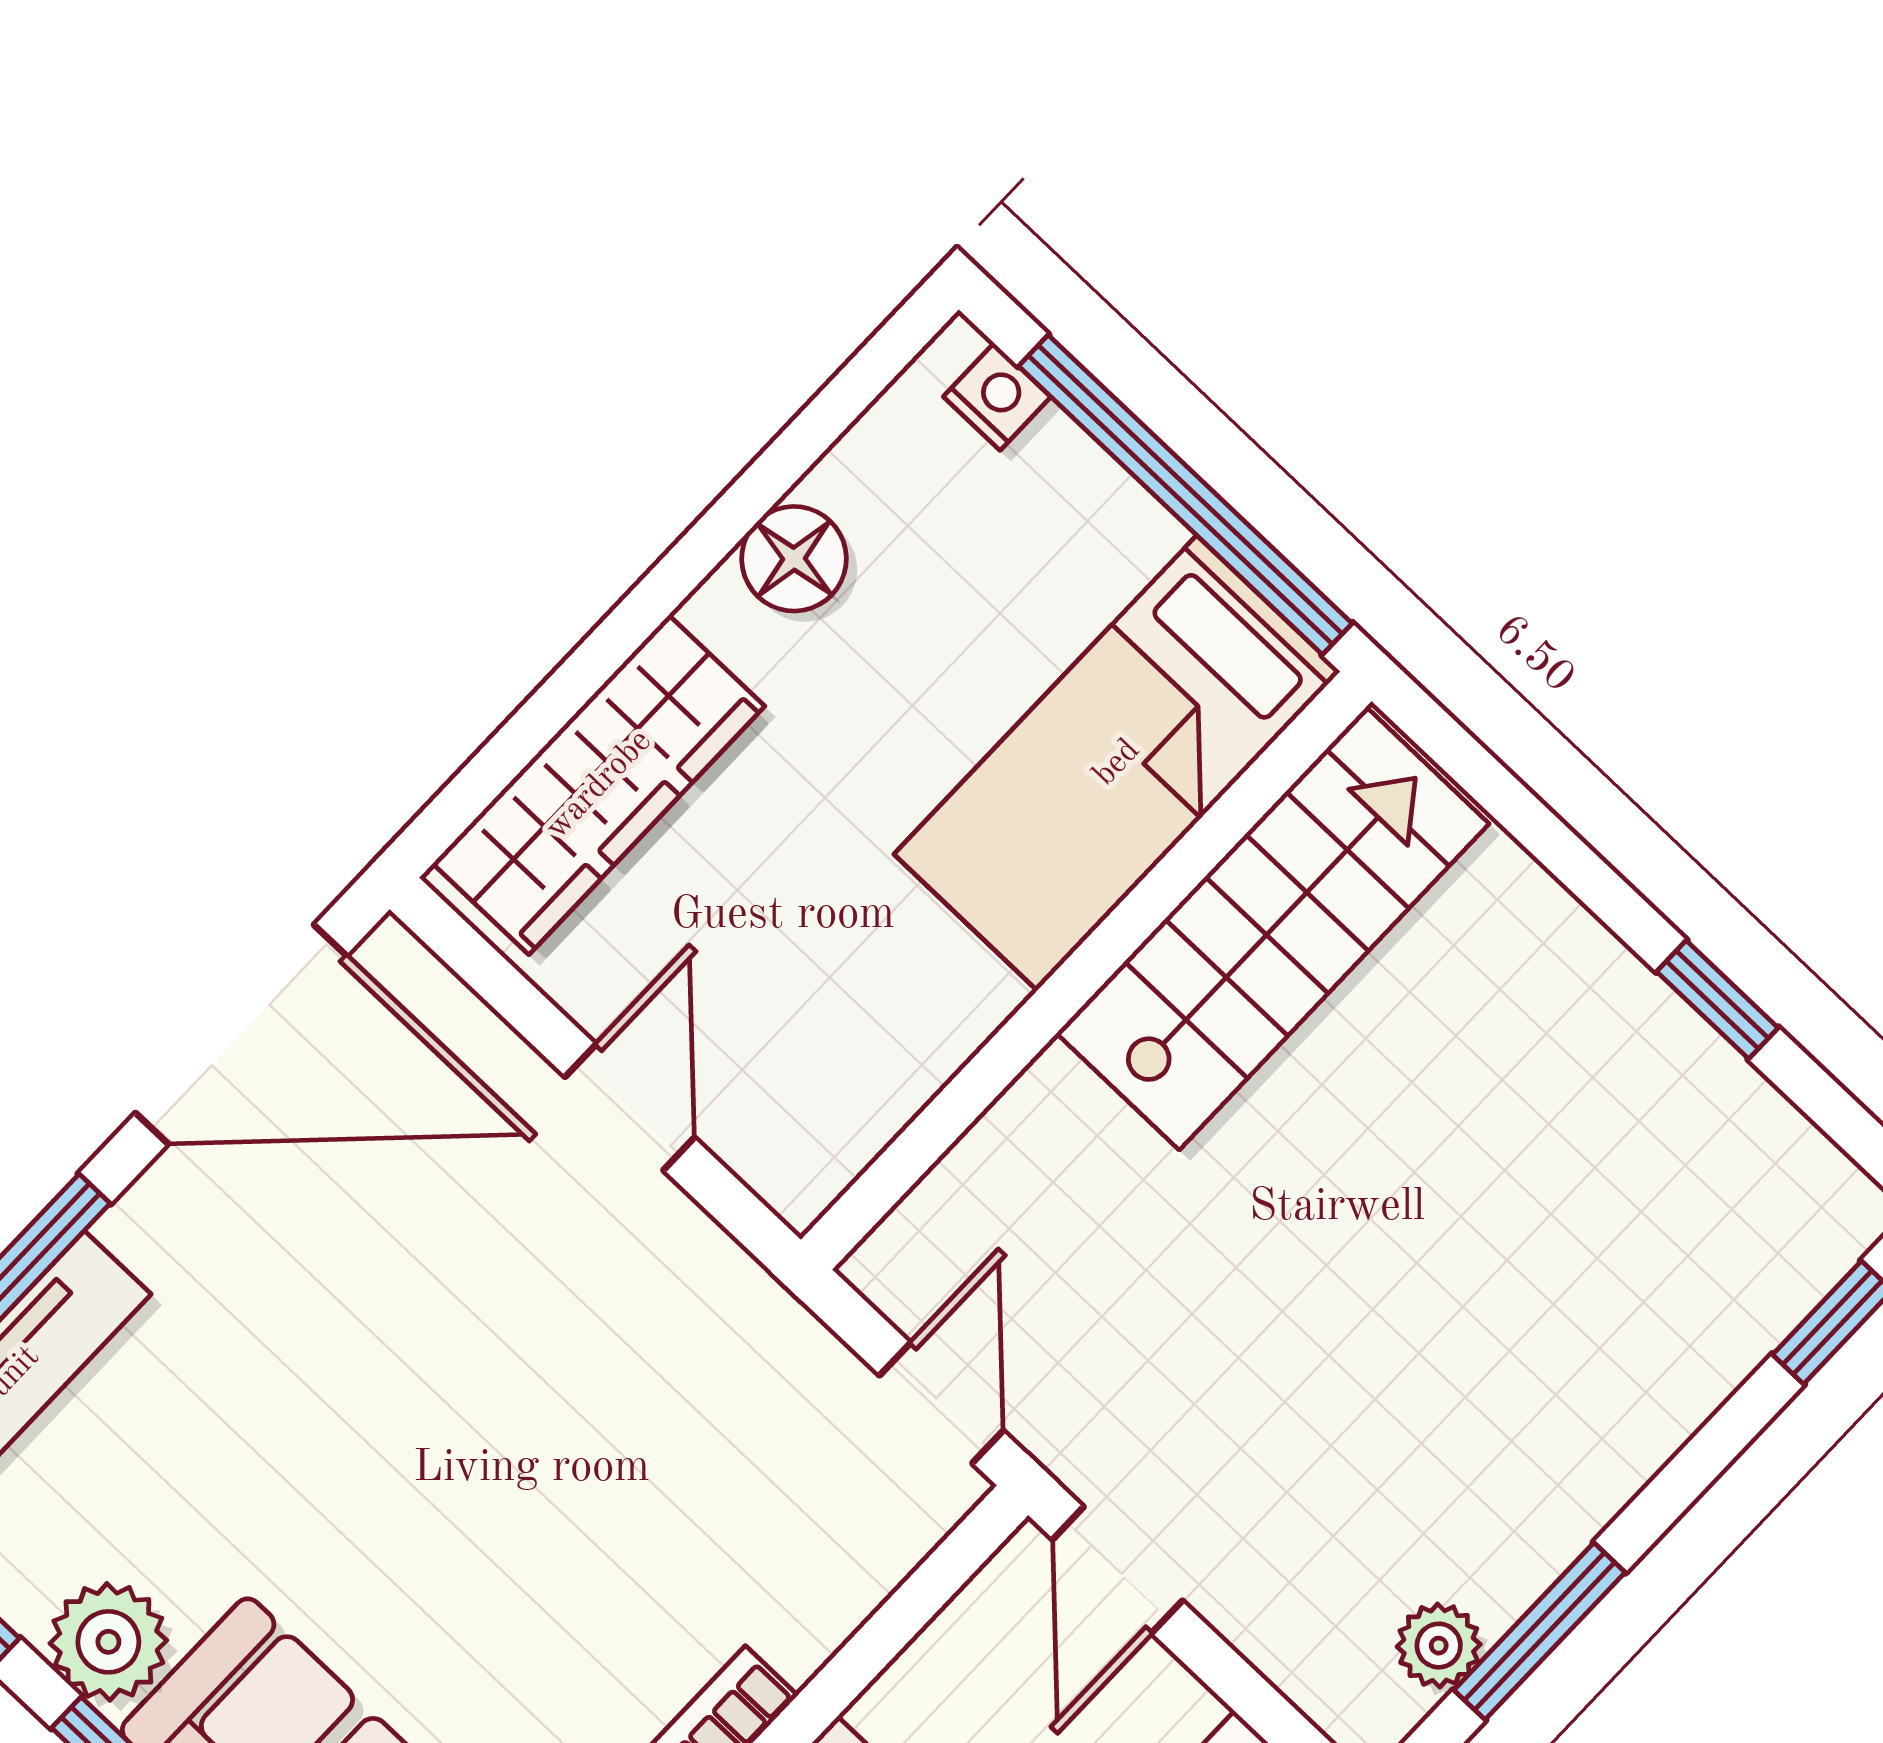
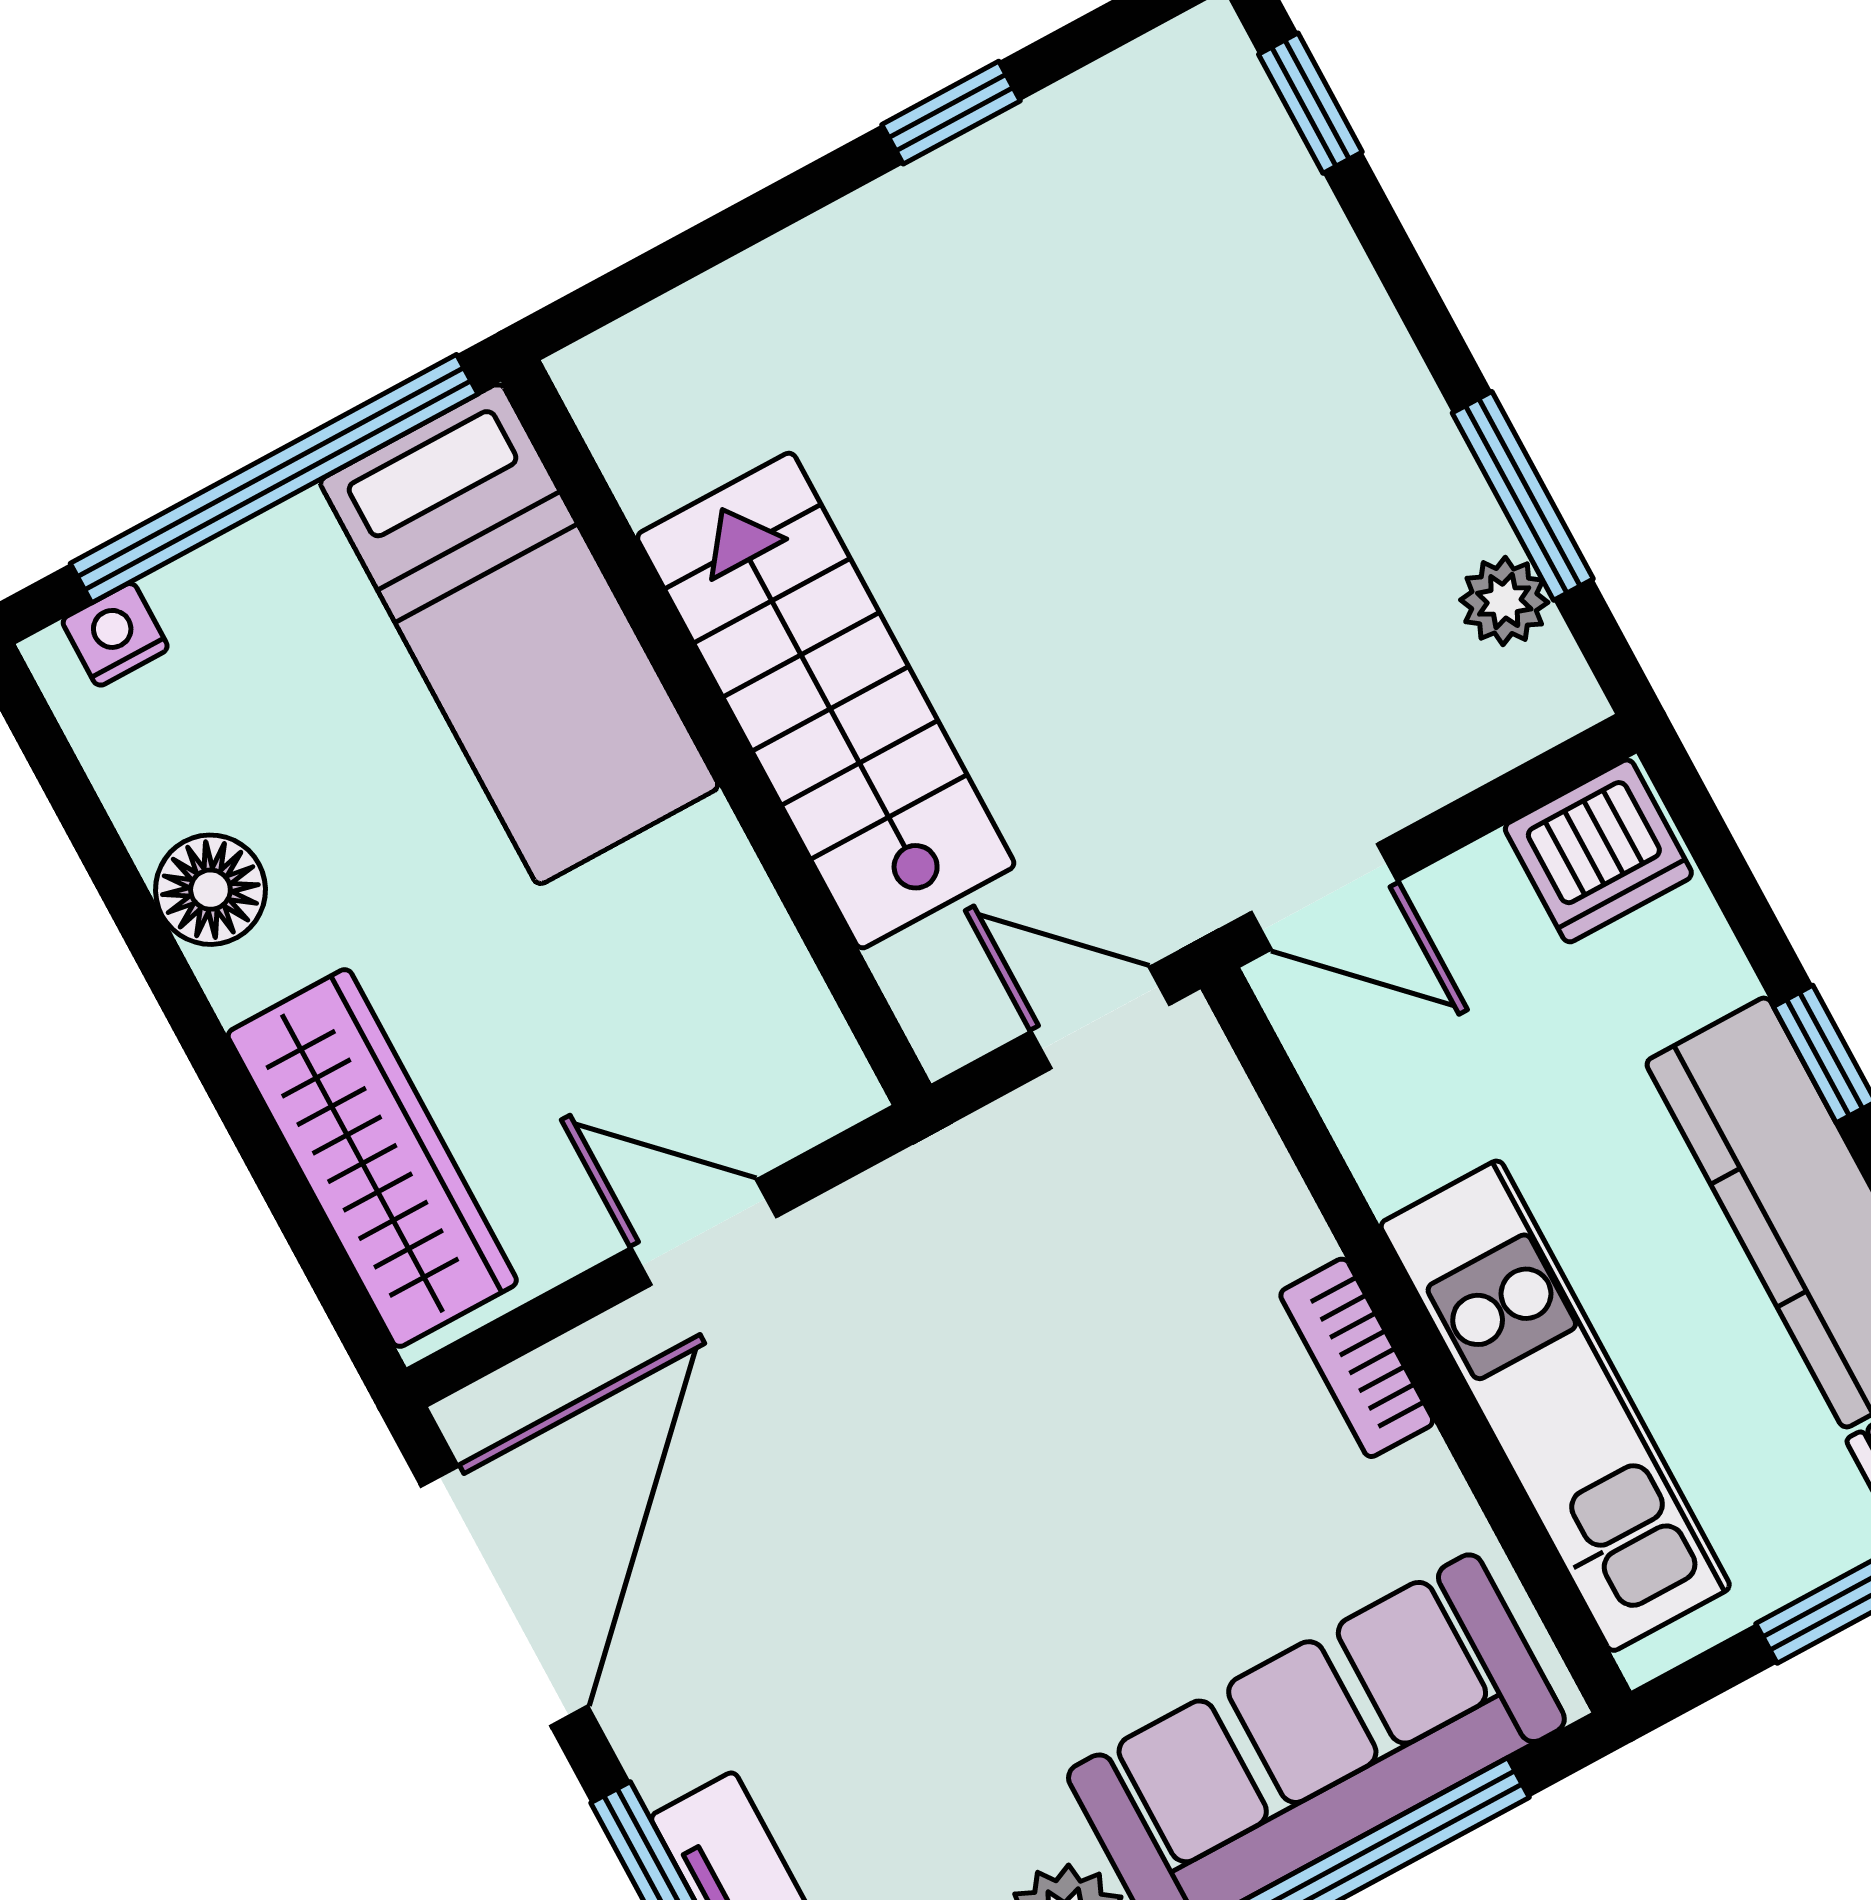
stairs: (1273, 928) -> (826, 701), moved

